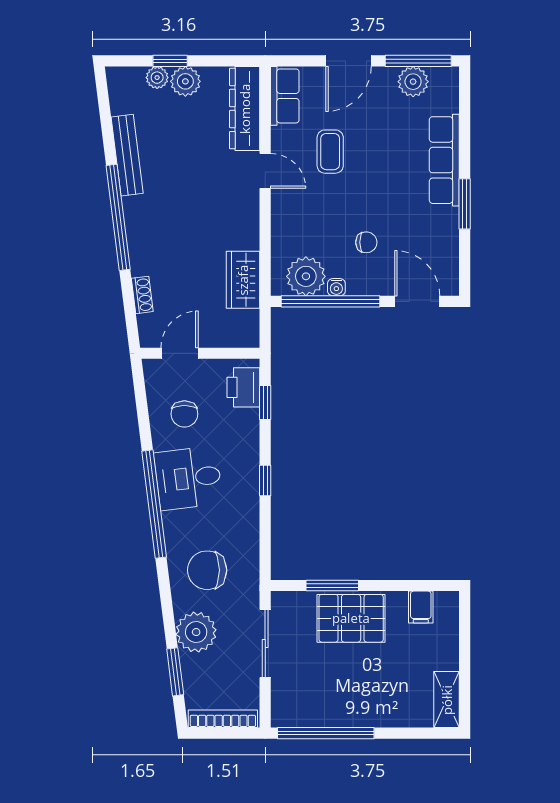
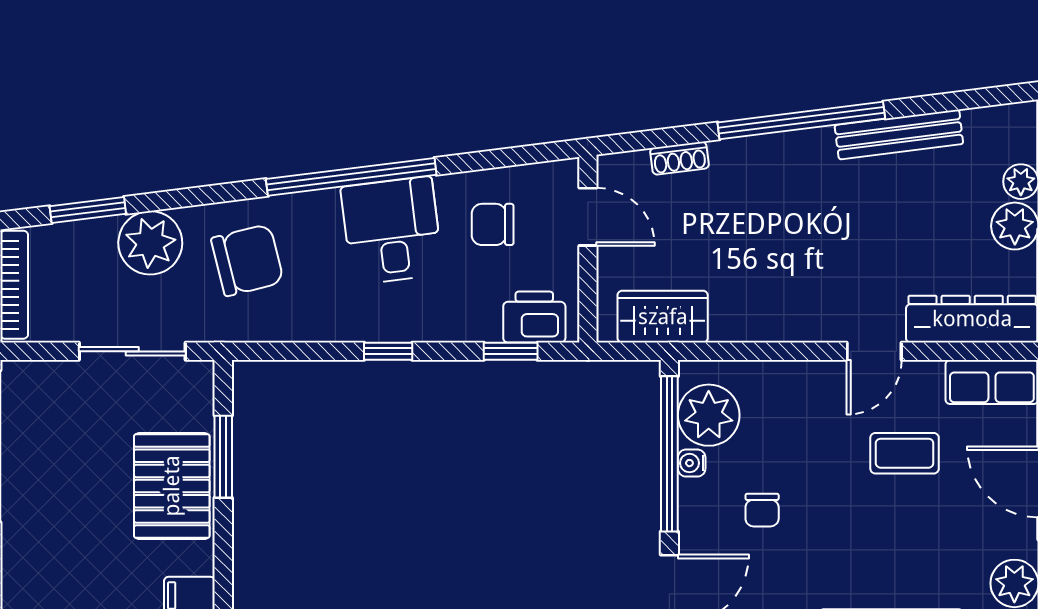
wardrobe: (243, 280) -> (663, 317), moved
chair: (207, 570) -> (247, 260), turned 76

